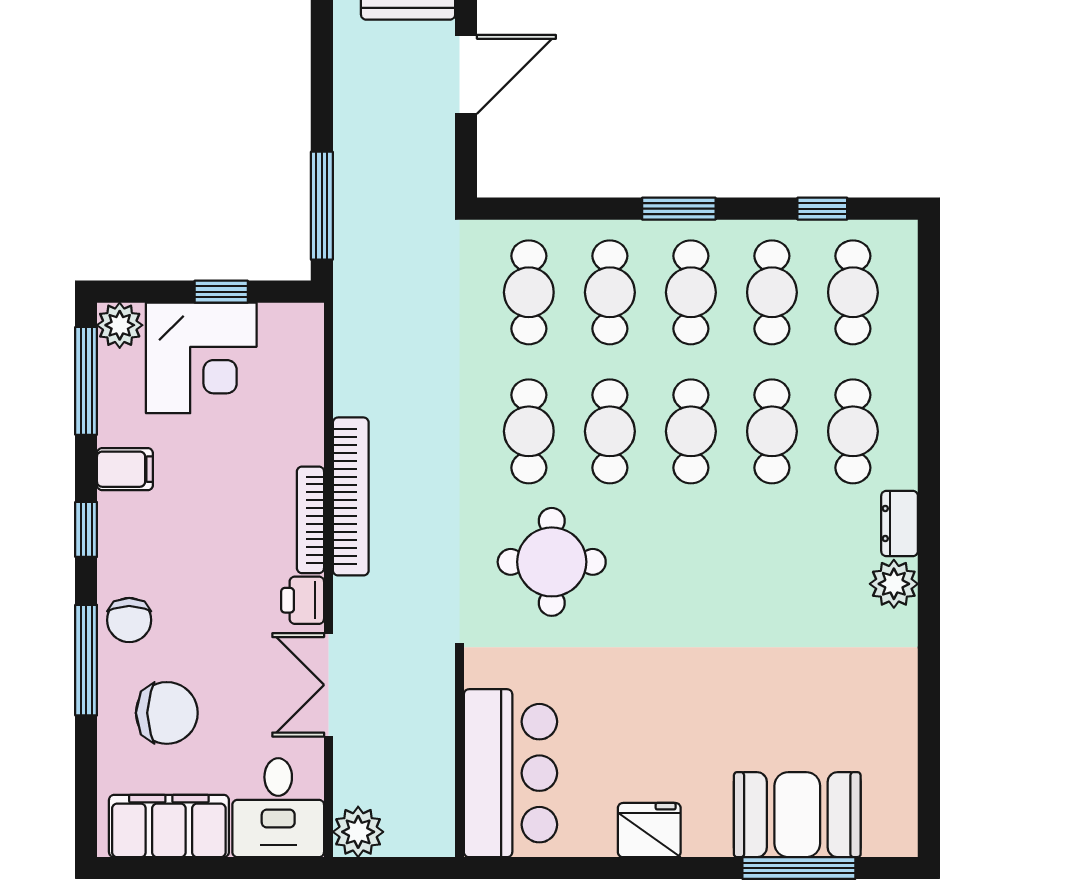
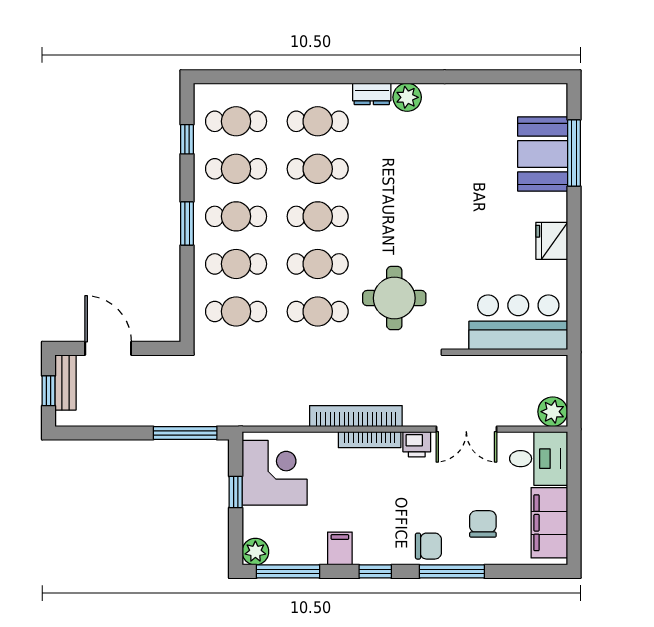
corner desk: (201, 358) -> (275, 473), moved
chair: (167, 713) -> (483, 524), width x0.73, depth x0.73

